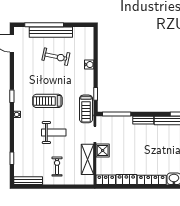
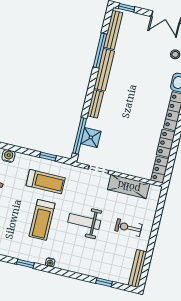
treadmill: (86, 109) -> (46, 182), moved
weight bench: (54, 133) -> (84, 221), turned -90
shower: (103, 150) -> (91, 137), moved

